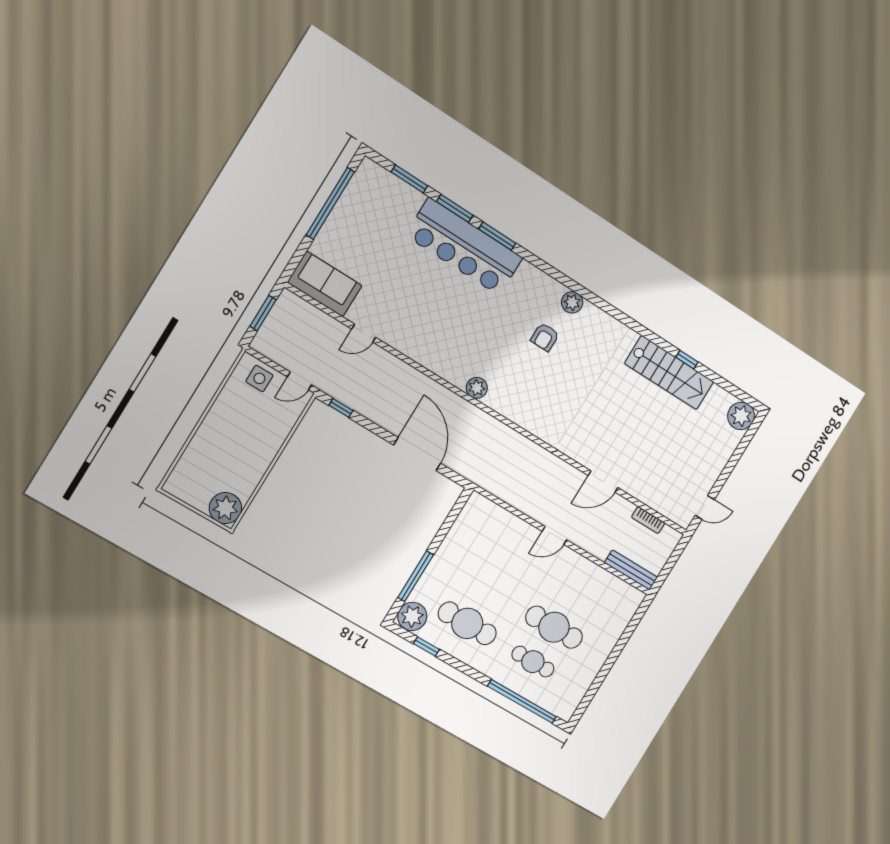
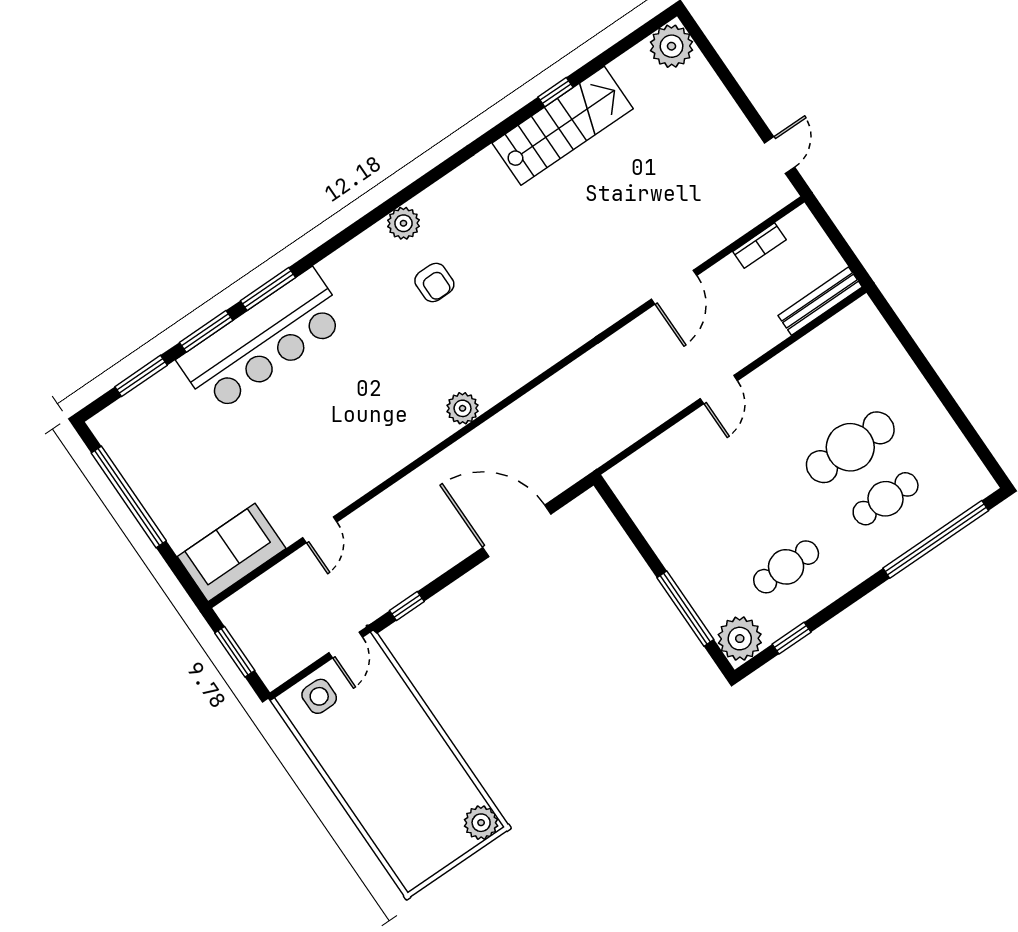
plant: (225, 508) -> (481, 823), width x0.73, depth x0.73
cafe table: (467, 623) -> (786, 567), width x0.73, depth x0.74

